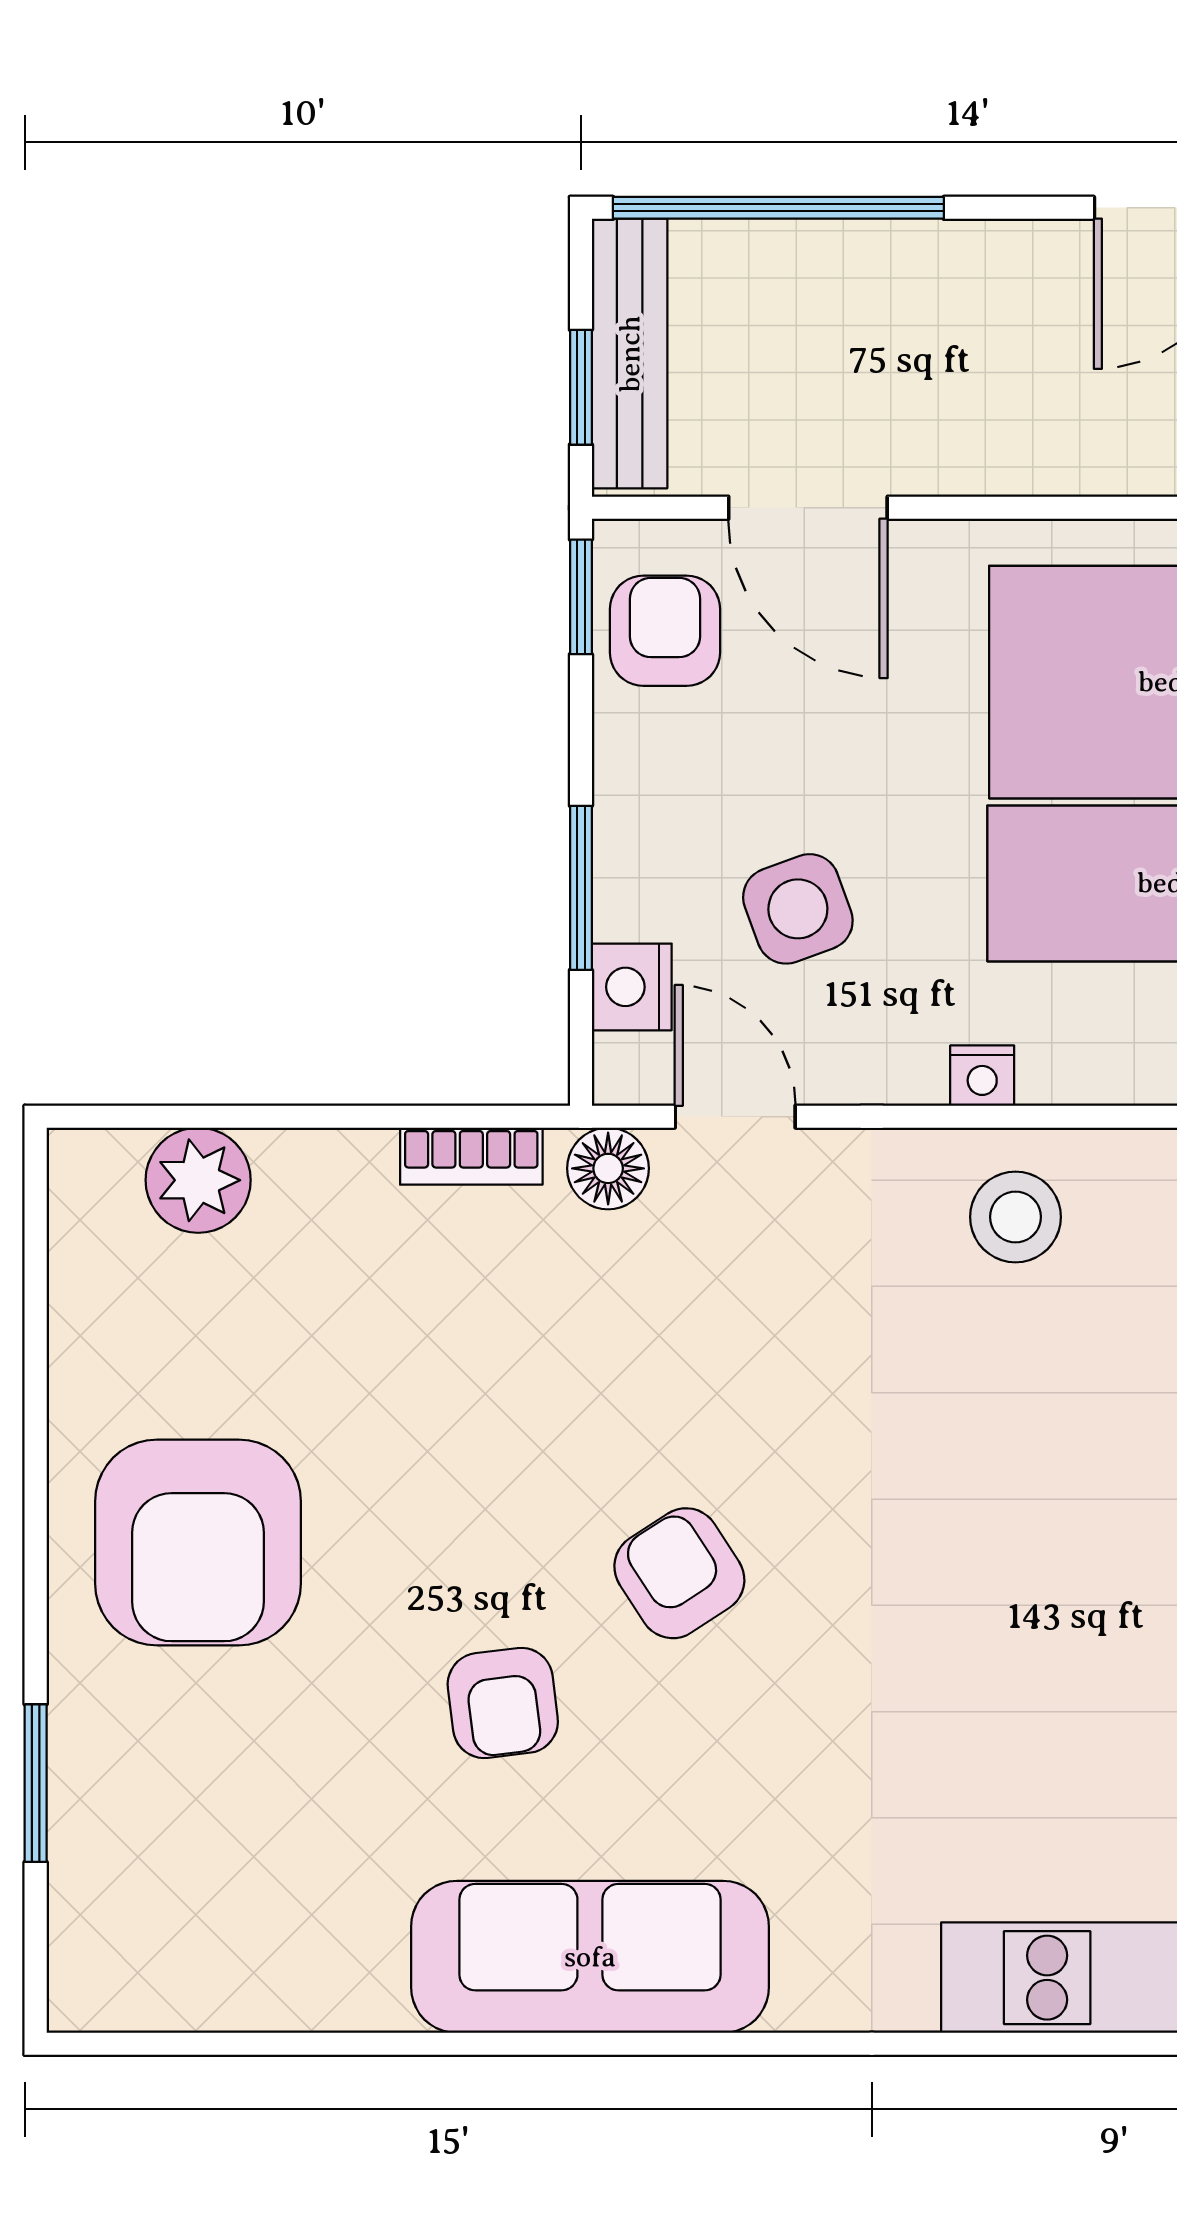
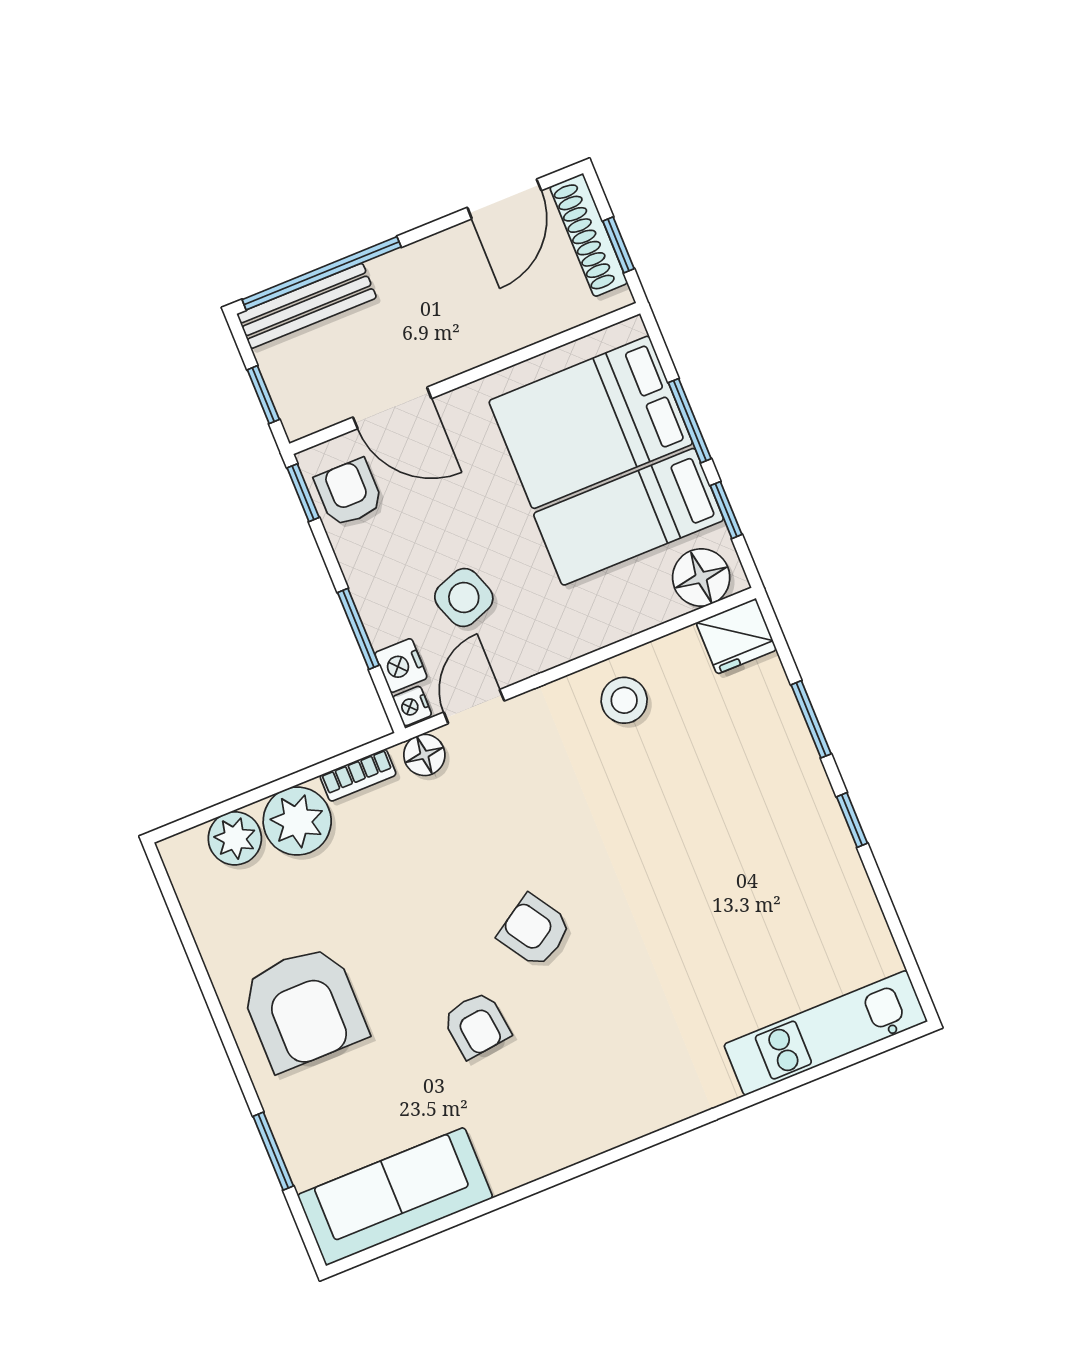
bench: (630, 354) -> (307, 306), moved, turned 90
nightstand: (982, 1076) -> (412, 706), moved, turned 90
door: (735, 1117) -> (474, 707), hinge flipped
plant: (325, 1195) -> (297, 821), added
sofa: (590, 1957) -> (395, 1196), moved

